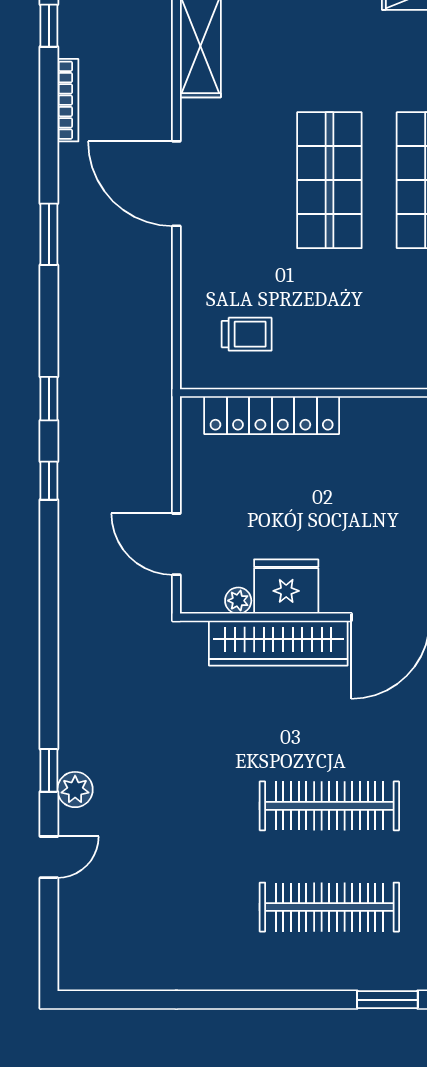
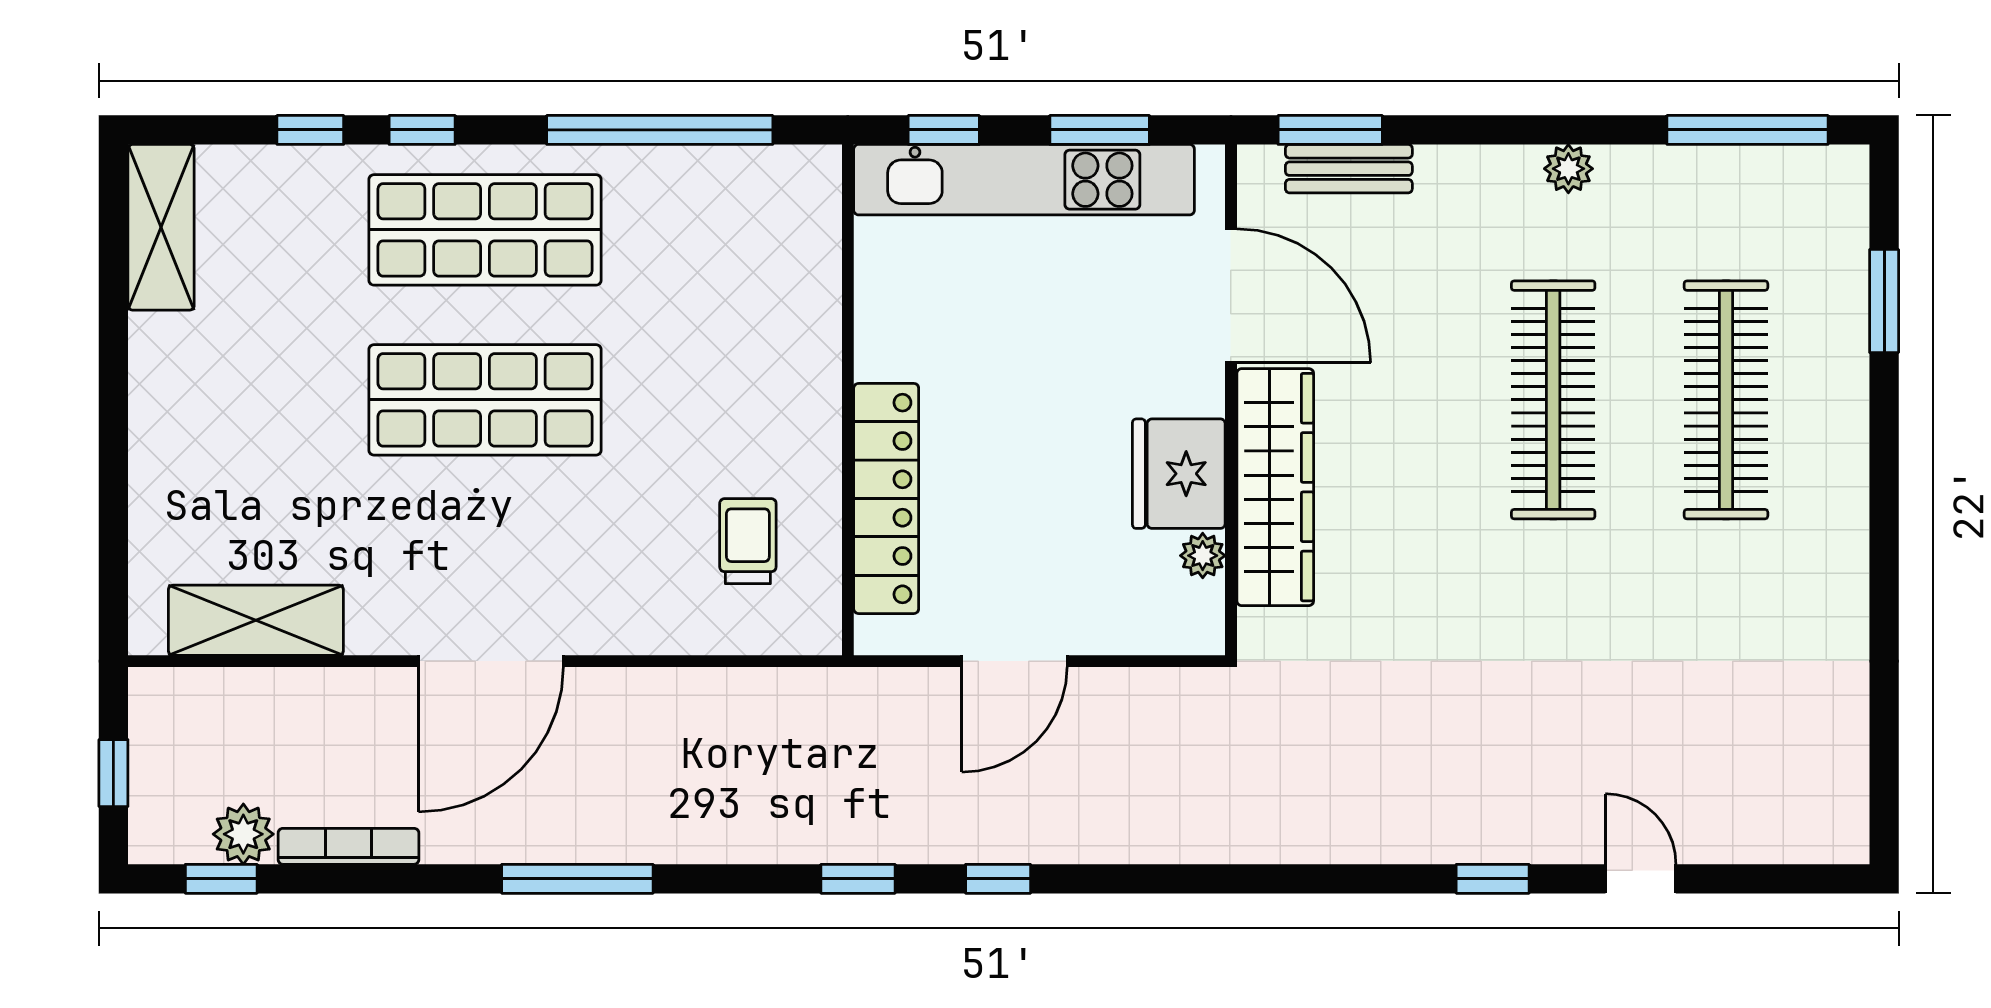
window: (49, 234) -> (577, 879), width x1.44
door: (176, 544) -> (1014, 661), moved
plant: (75, 790) -> (243, 834), moved

